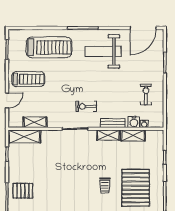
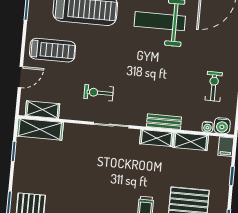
exercise bike: (86, 106) -> (99, 93), moved
shelving: (35, 122) -> (43, 110), moved
water cooler: (134, 122) -> (222, 126), moved
filing cabinet: (159, 137) -> (226, 147), added

